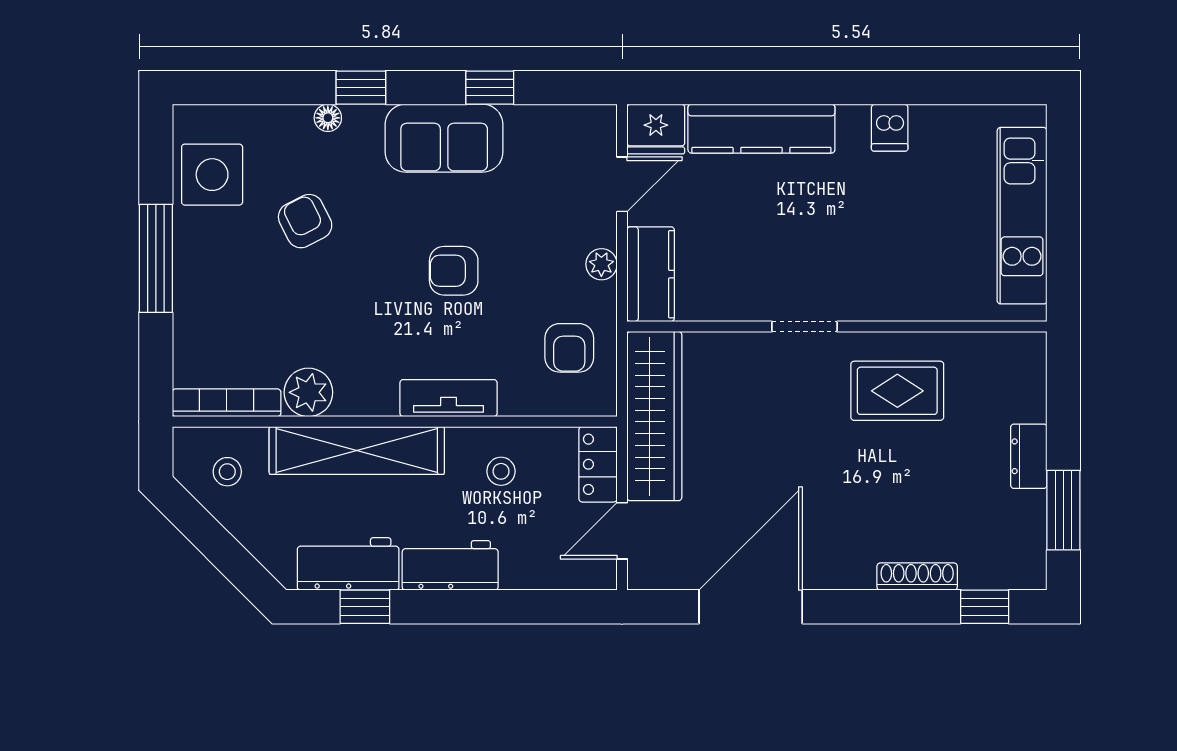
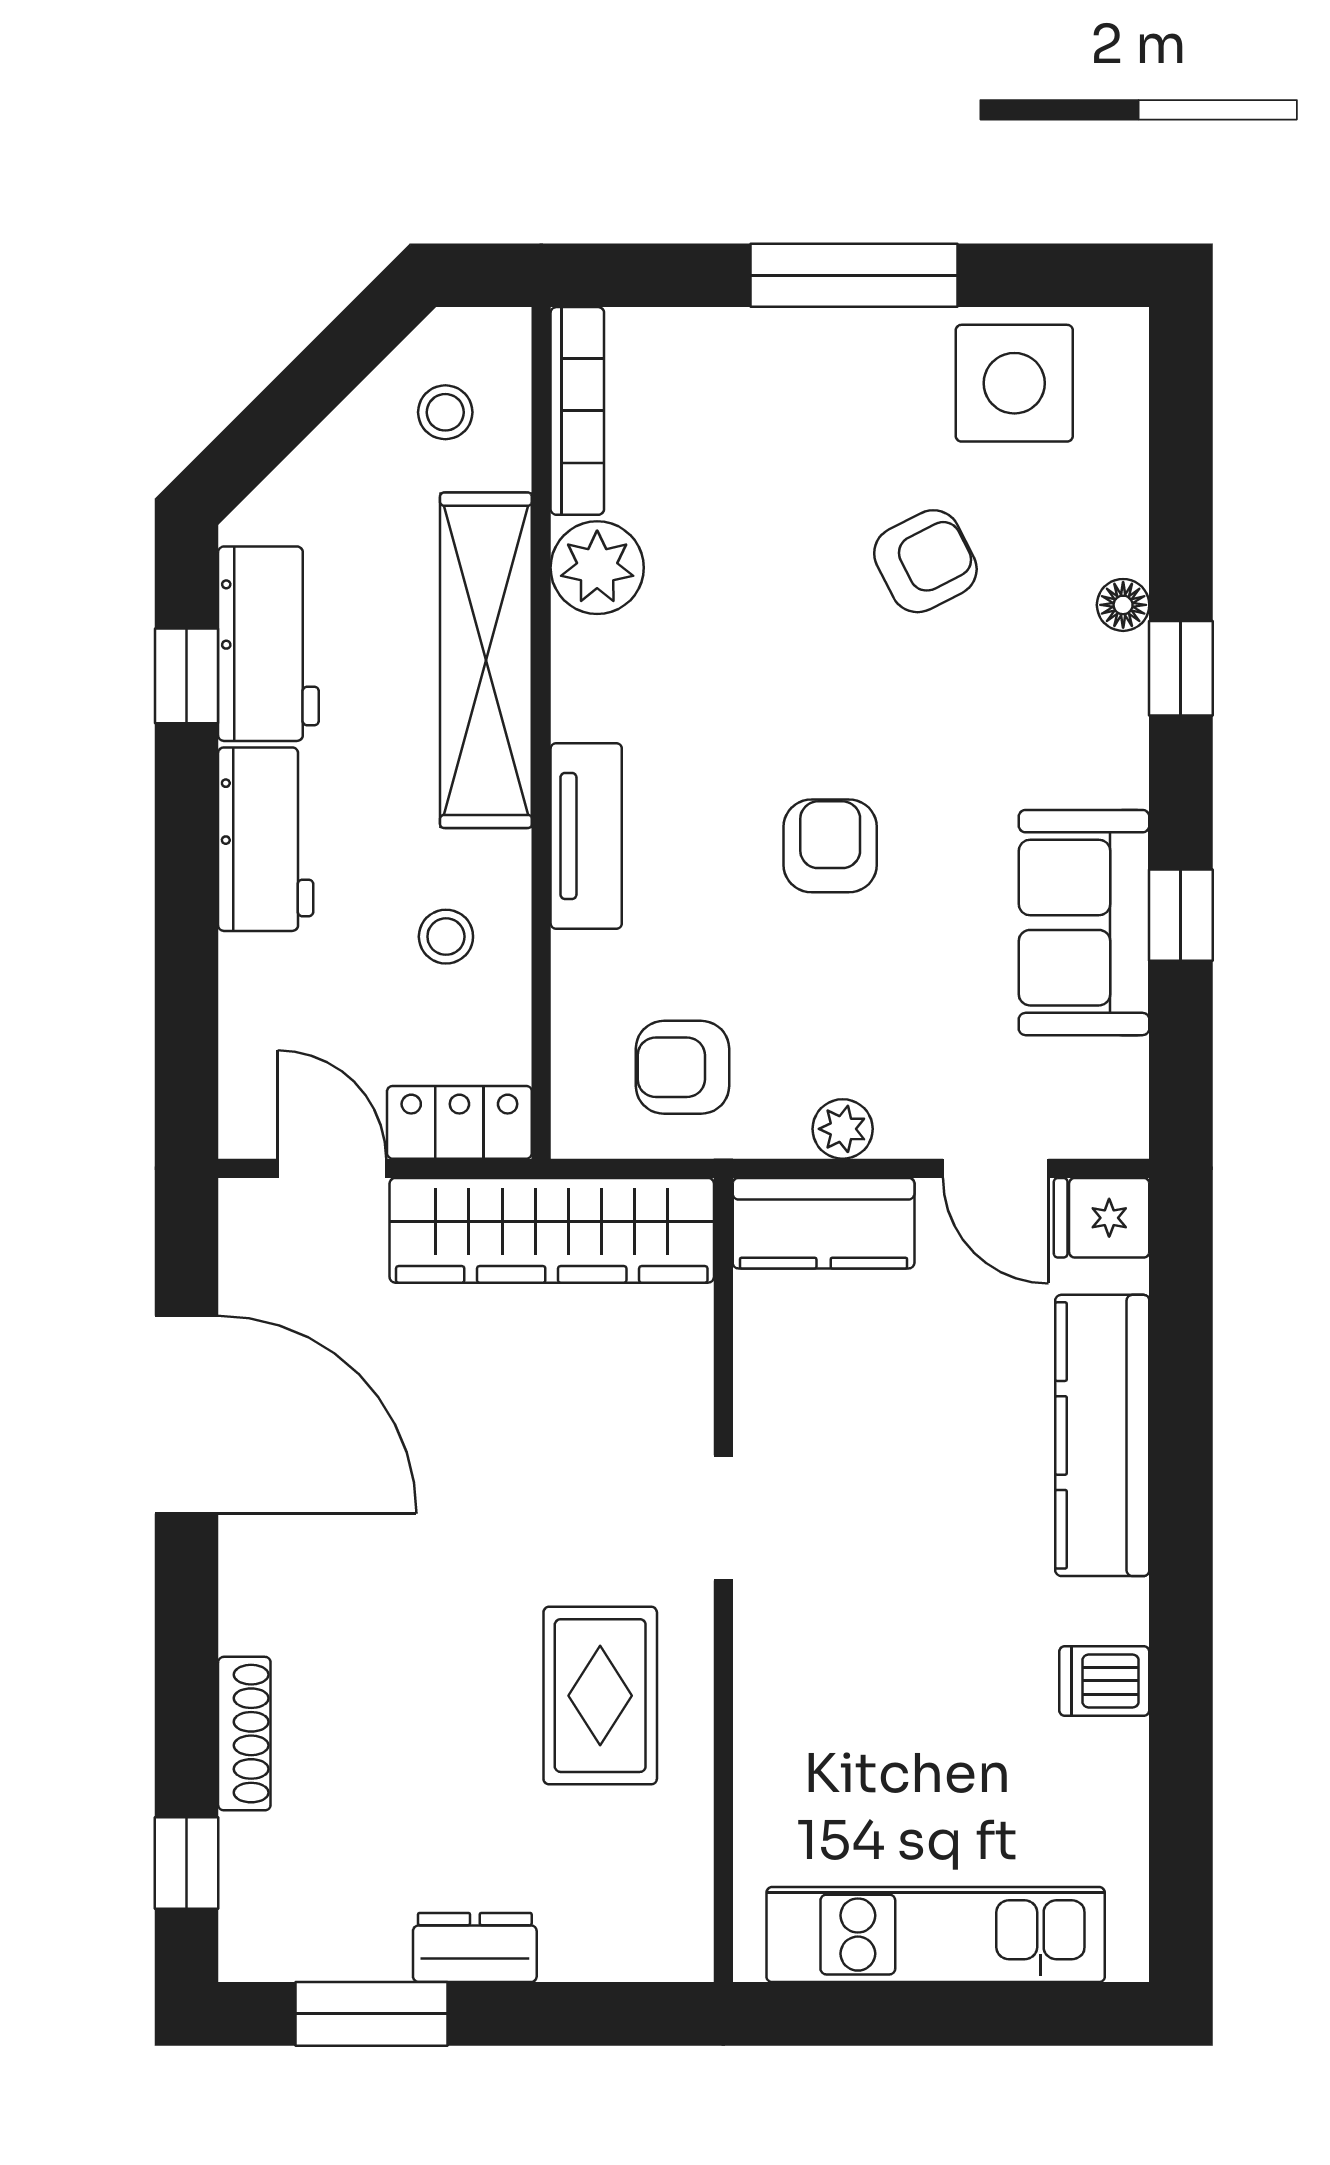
fridge: (656, 129) -> (1102, 1218), width x0.72
sofa: (444, 138) -> (1084, 923), moved

